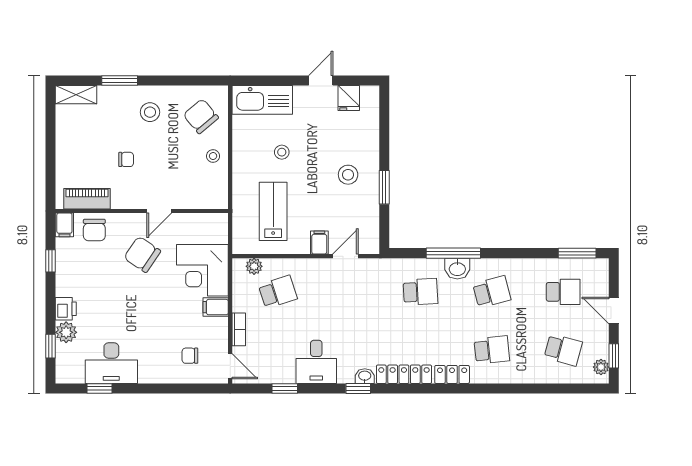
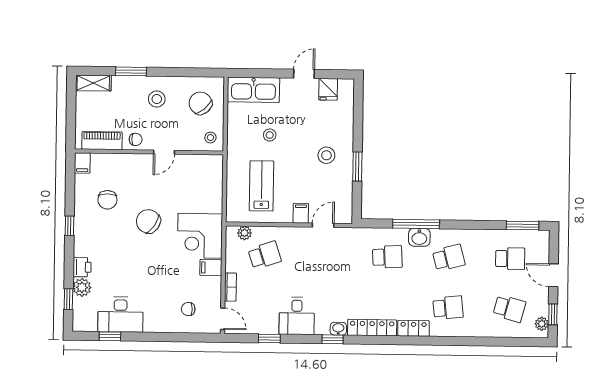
piano: (87, 199) -> (102, 141), moved
wall: (142, 211) -> (149, 152), moved
door: (159, 211) -> (164, 152), moved
filing cabinet: (64, 225) -> (82, 163), moved

